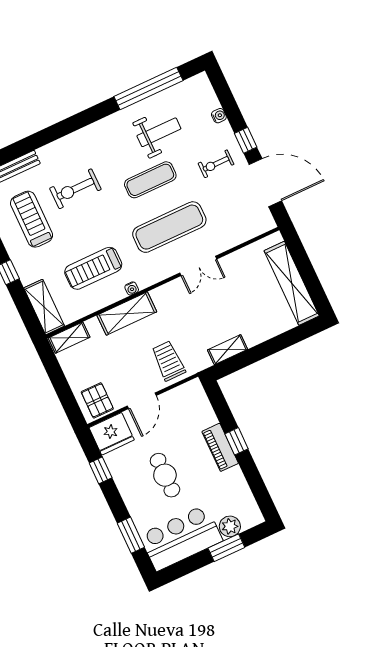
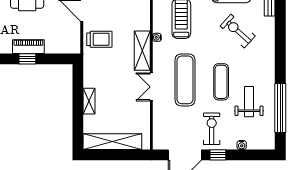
weight bench: (159, 132) -> (249, 102), turned 180
exercise bike: (216, 164) -> (212, 129), width x1.38, depth x1.39
exercise bike: (75, 189) -> (238, 31), turned -48
shelving: (127, 314) -> (142, 51), moved
shelving: (228, 350) -> (89, 101), moved

